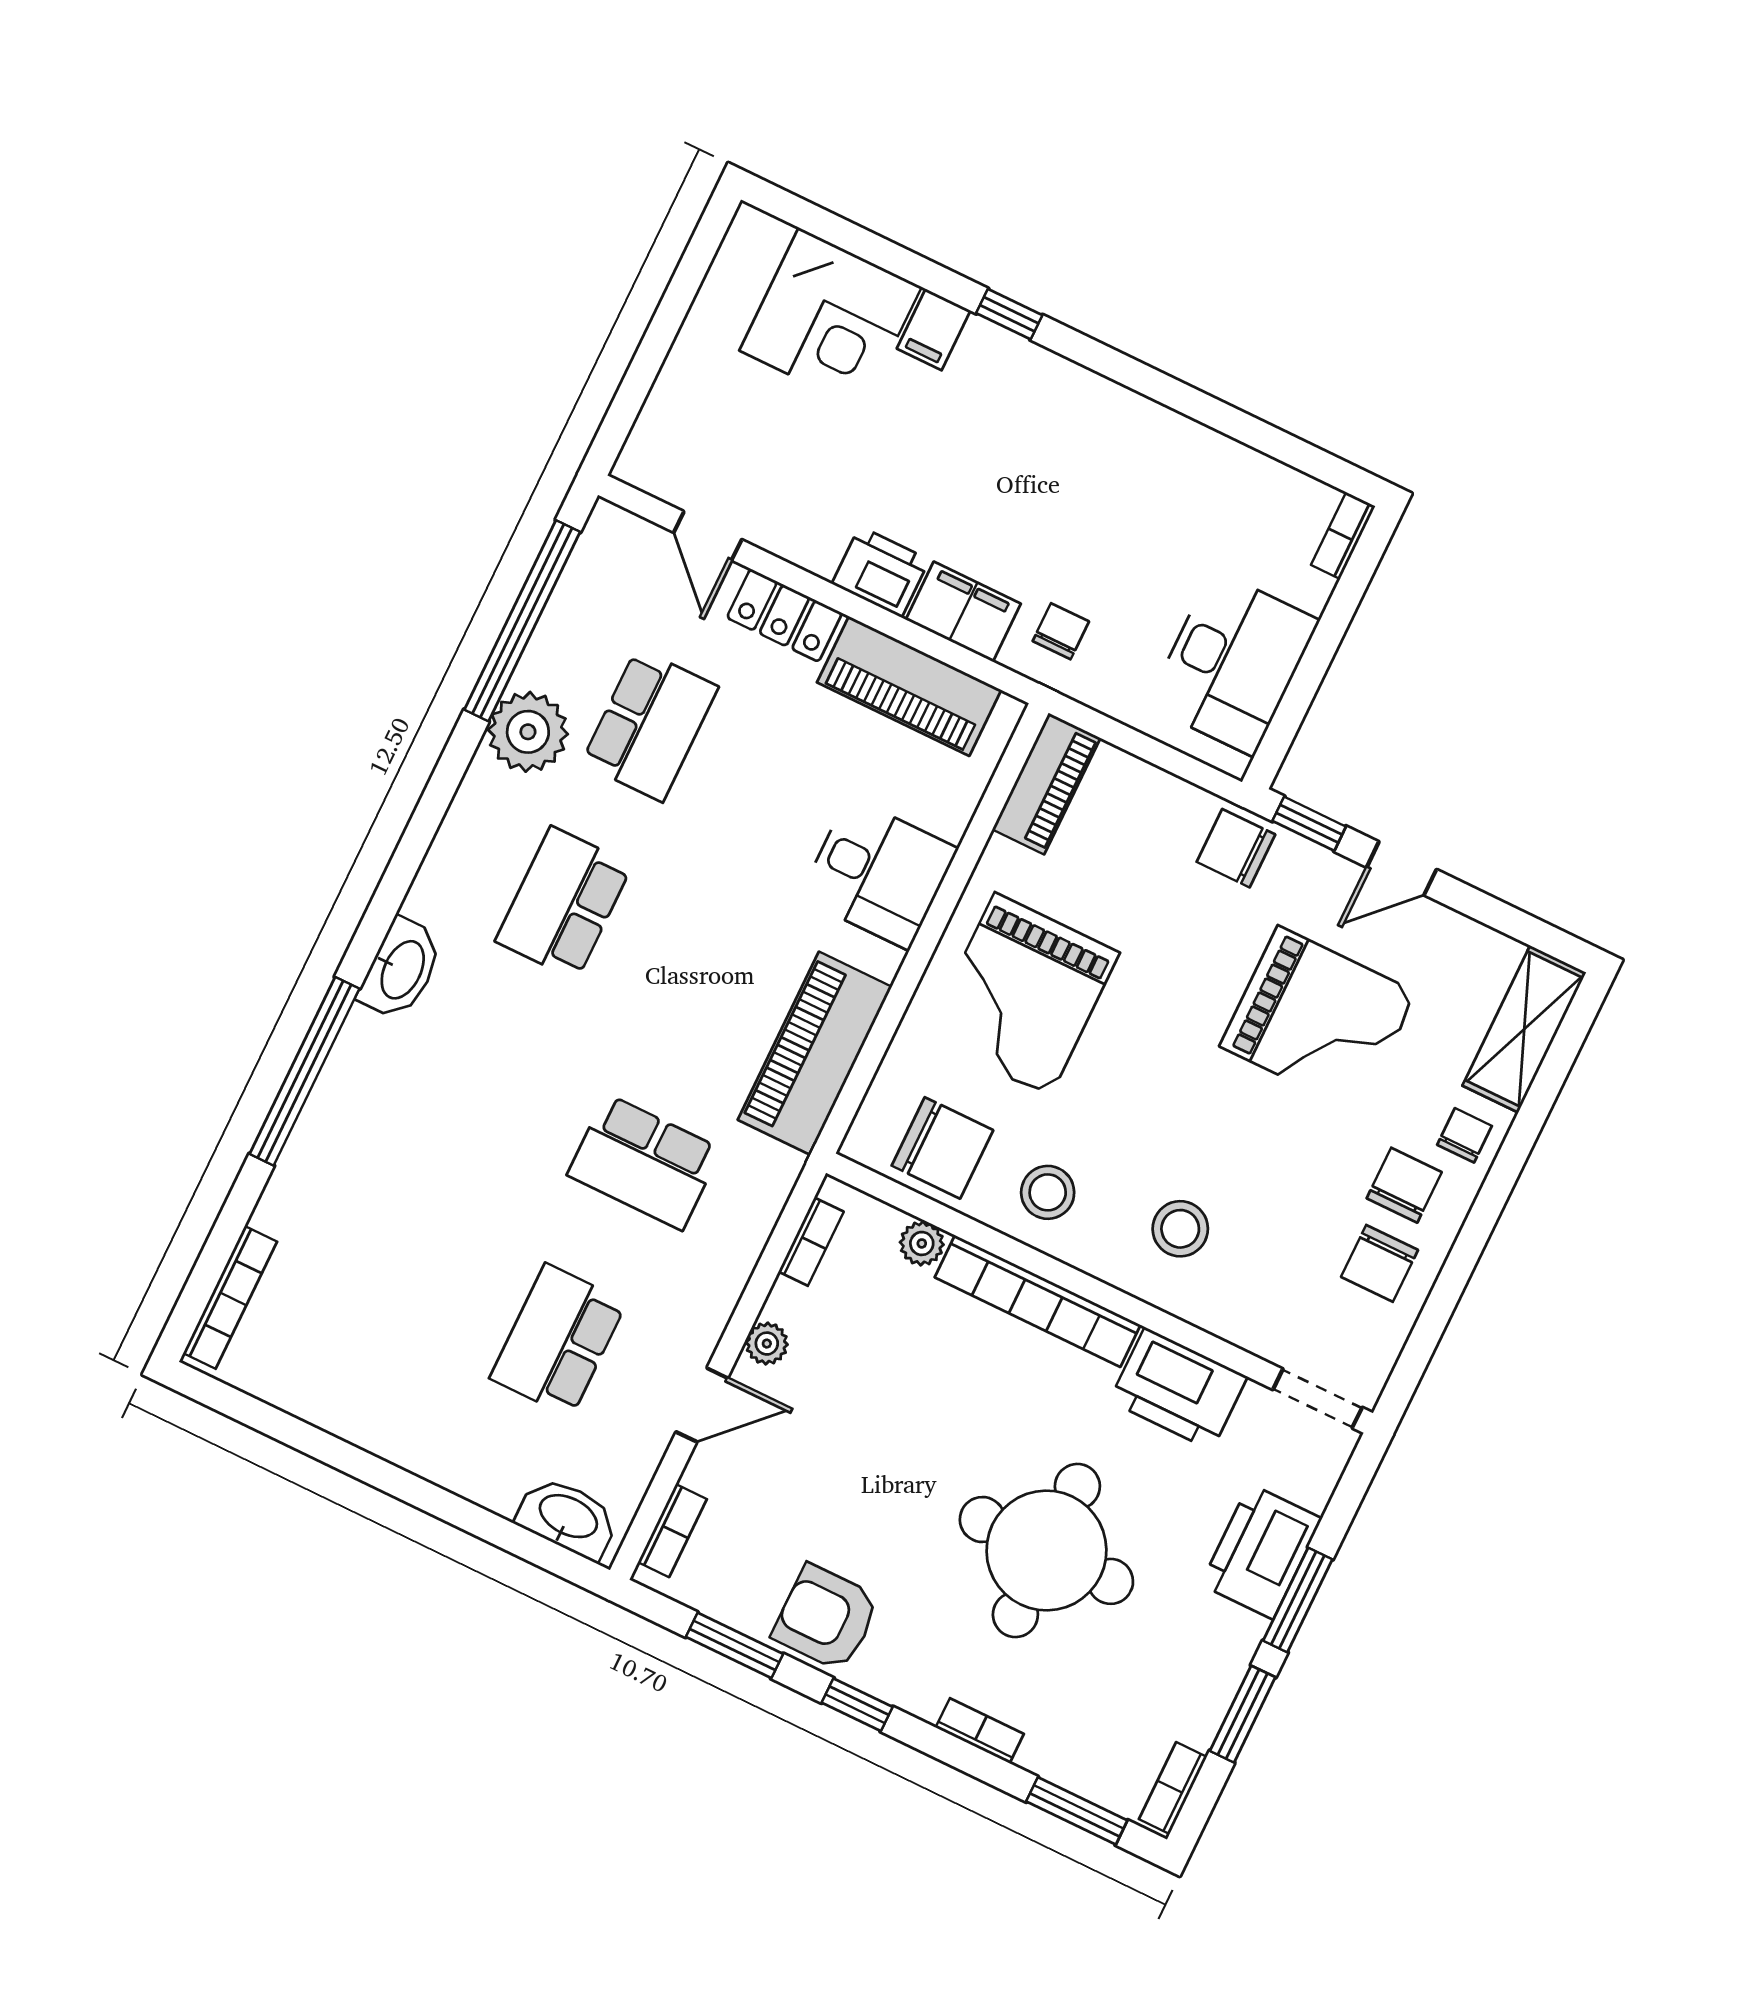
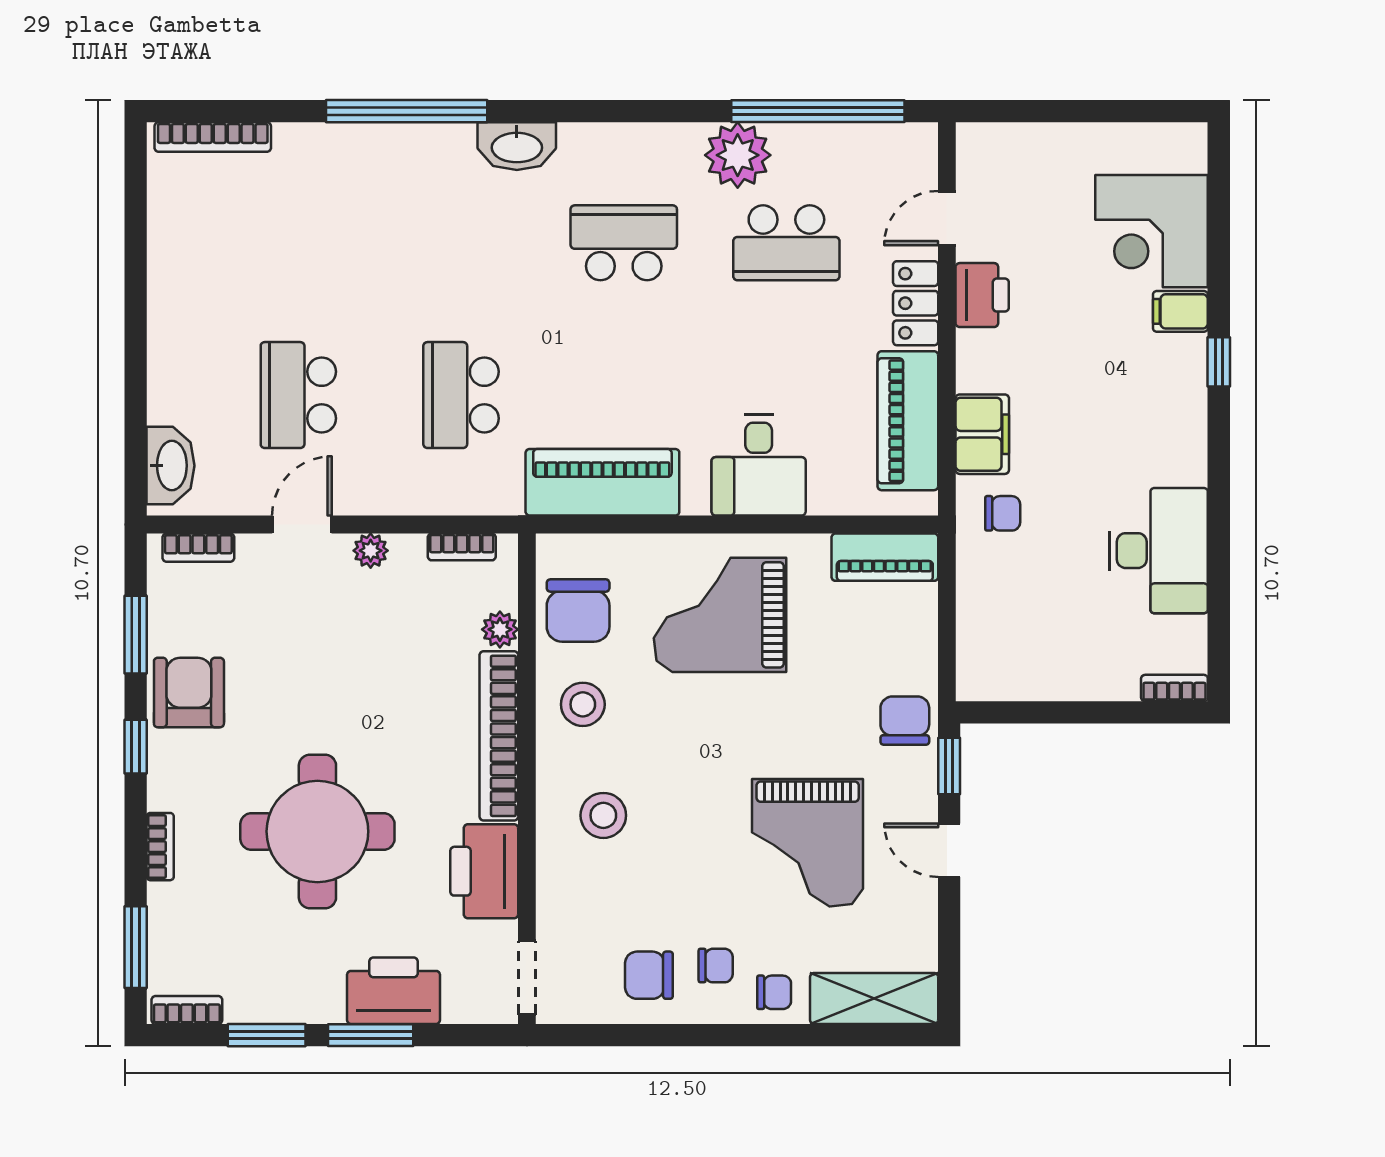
printer: (881, 572) -> (982, 295), moved
desk: (1233, 663) -> (1158, 551), moved, turned -90
chair: (1404, 1185) -> (716, 966), width x0.73, depth x0.73
school desk: (558, 1340) -> (298, 395), turned -90
door: (702, 1405) -> (302, 525), swing flipped

